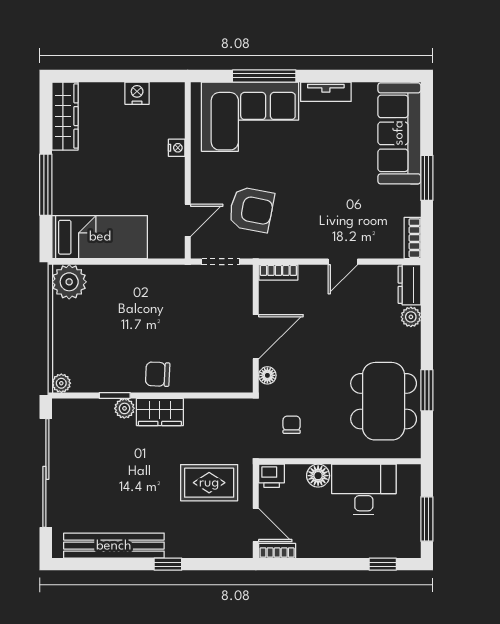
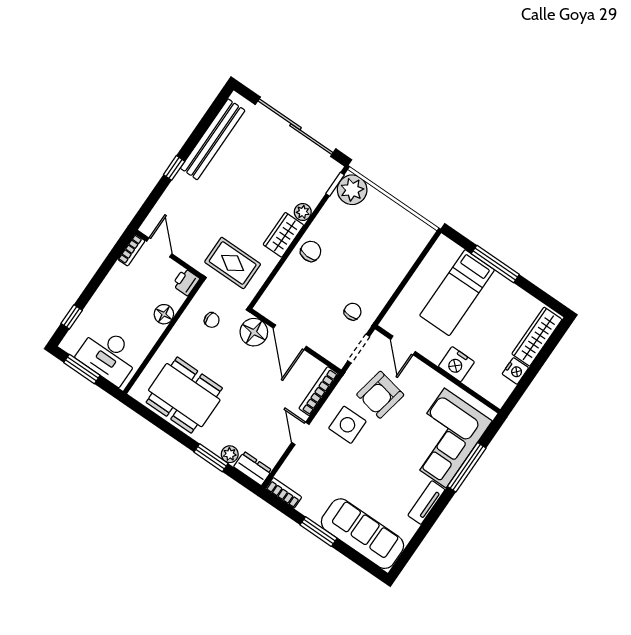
wardrobe: (65, 116) -> (537, 337), moved, turned 90
nightstand: (177, 148) -> (456, 364), width x1.89, depth x1.79
side table: (303, 221) -> (347, 425), added
bed: (100, 237) -> (457, 293), moved
bookcase: (278, 272) -> (319, 391), width x1.56
plant: (69, 282) -> (417, 234), removed
chair: (188, 293) -> (353, 312), added
floor lamp: (267, 375) -> (254, 332), width x1.89, depth x1.89
plant: (61, 383) -> (352, 190), width x1.88, depth x1.88
window: (427, 390) -> (211, 458), moved
window: (115, 395) -> (335, 184), moved
rug: (209, 483) -> (233, 263), moved, turned 90
desk: (364, 489) -> (109, 355), moved, turned 90
door: (256, 525) -> (159, 247), swing flipped

